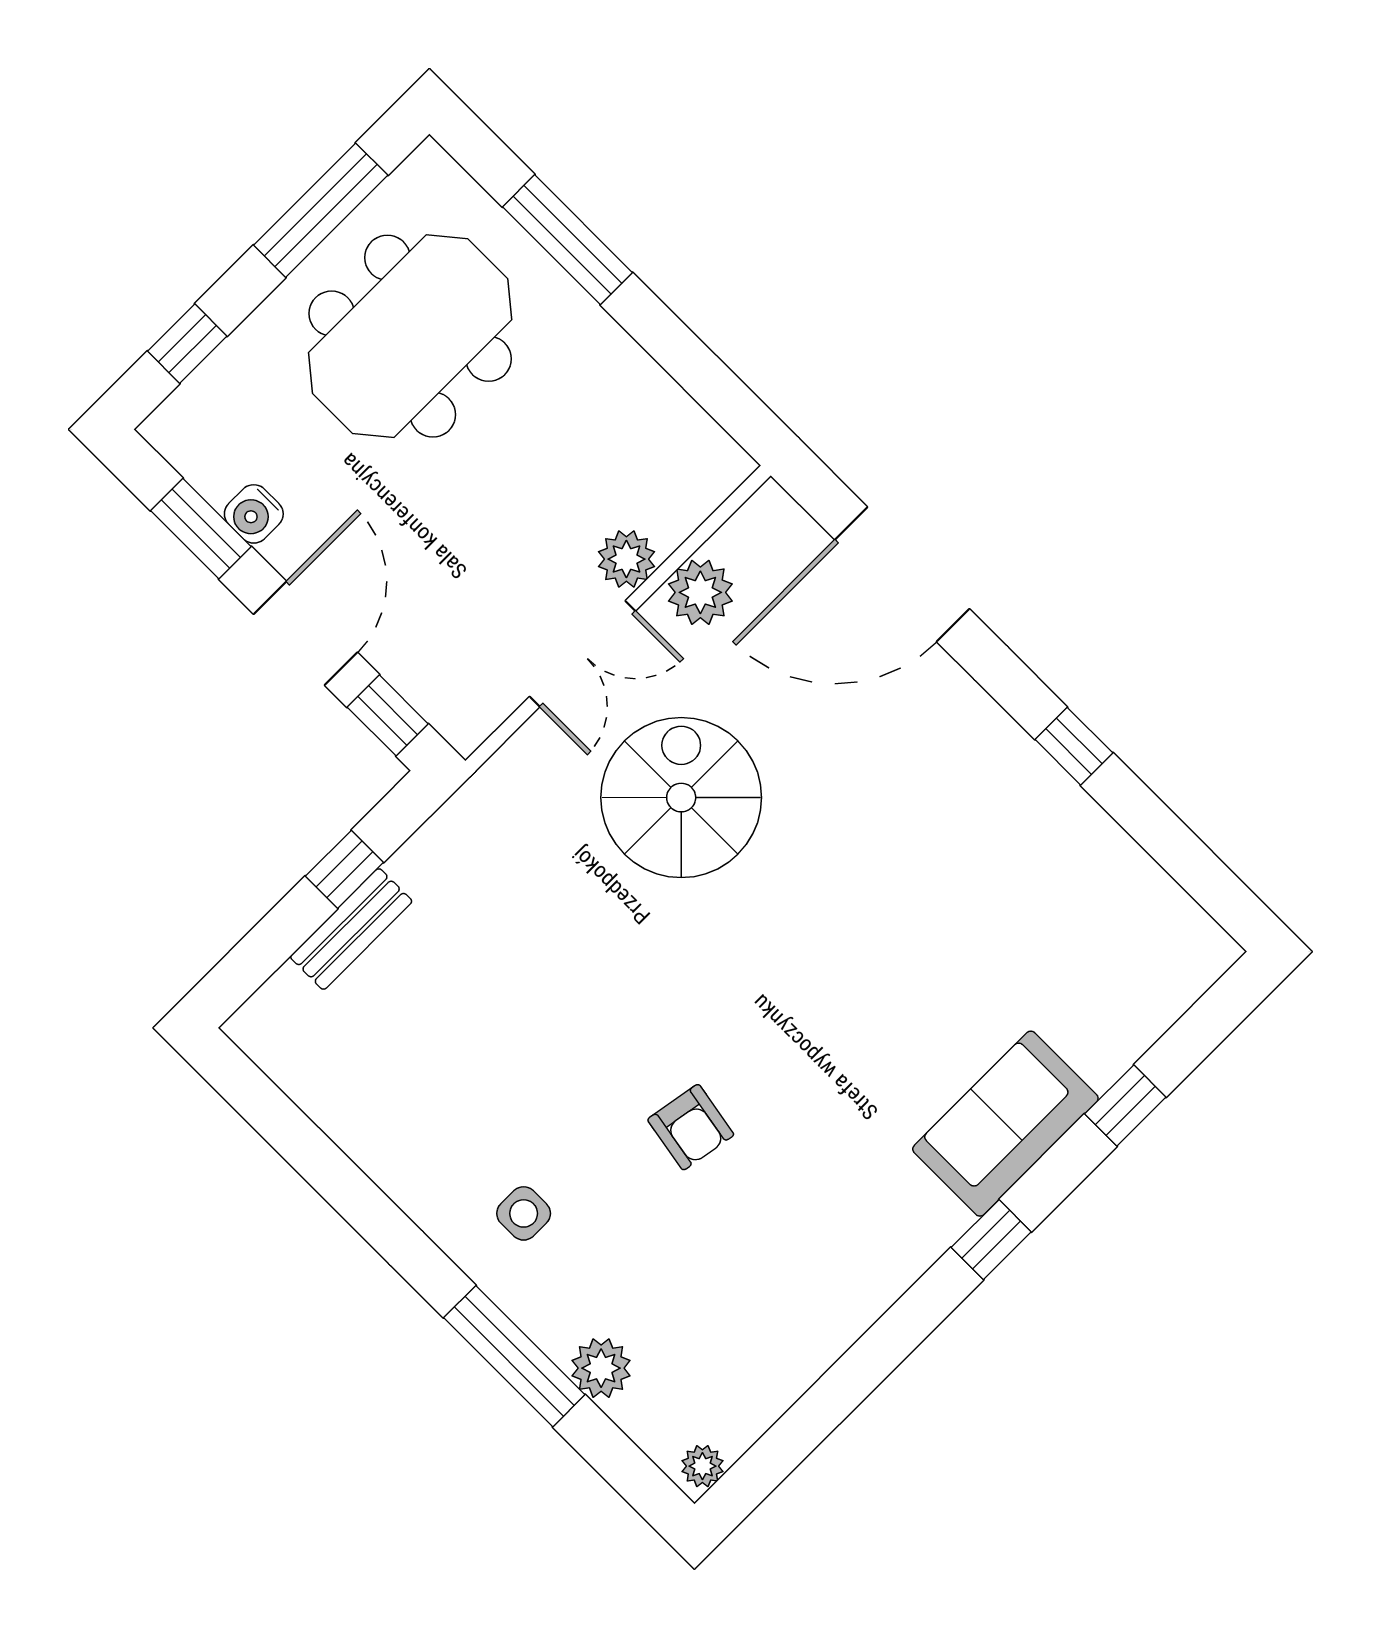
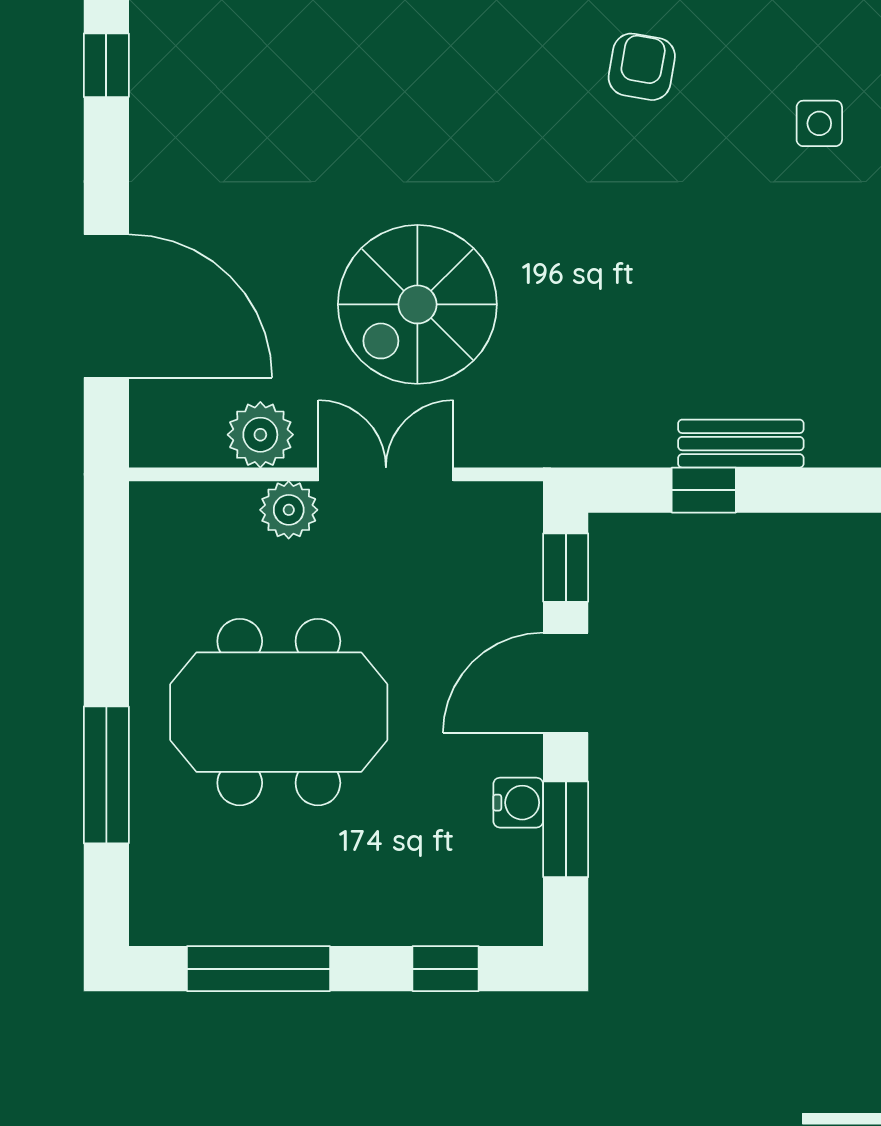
meeting table: (410, 336) -> (279, 712), moved

